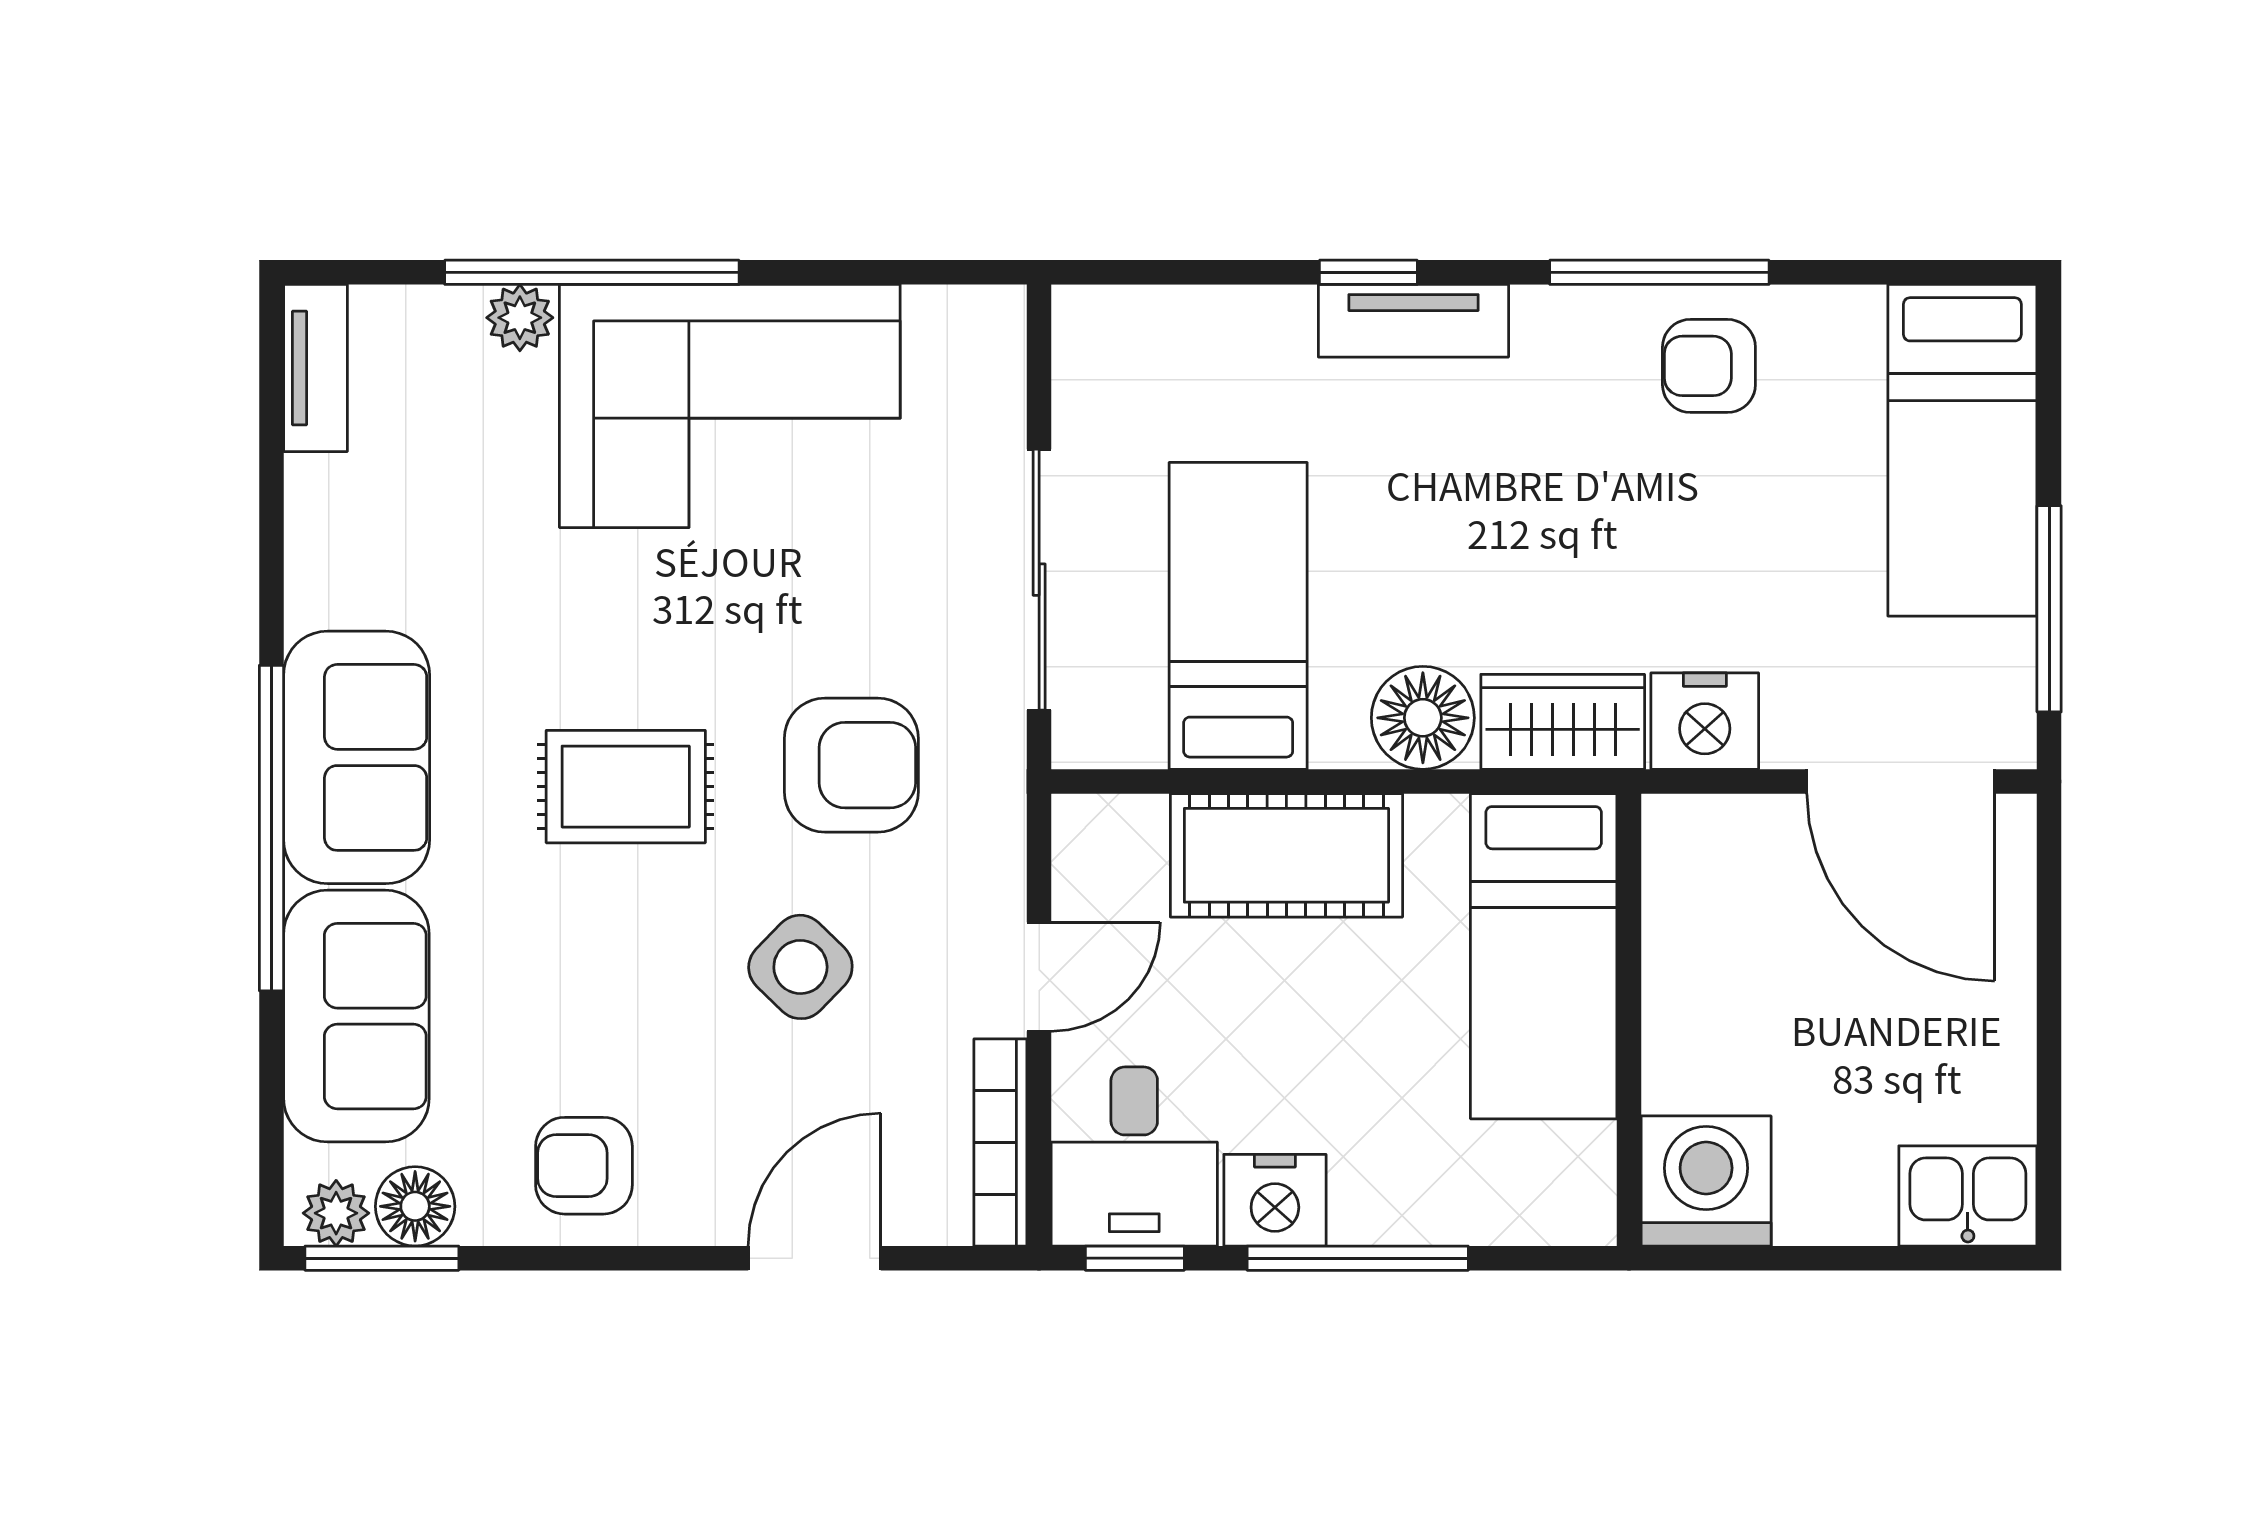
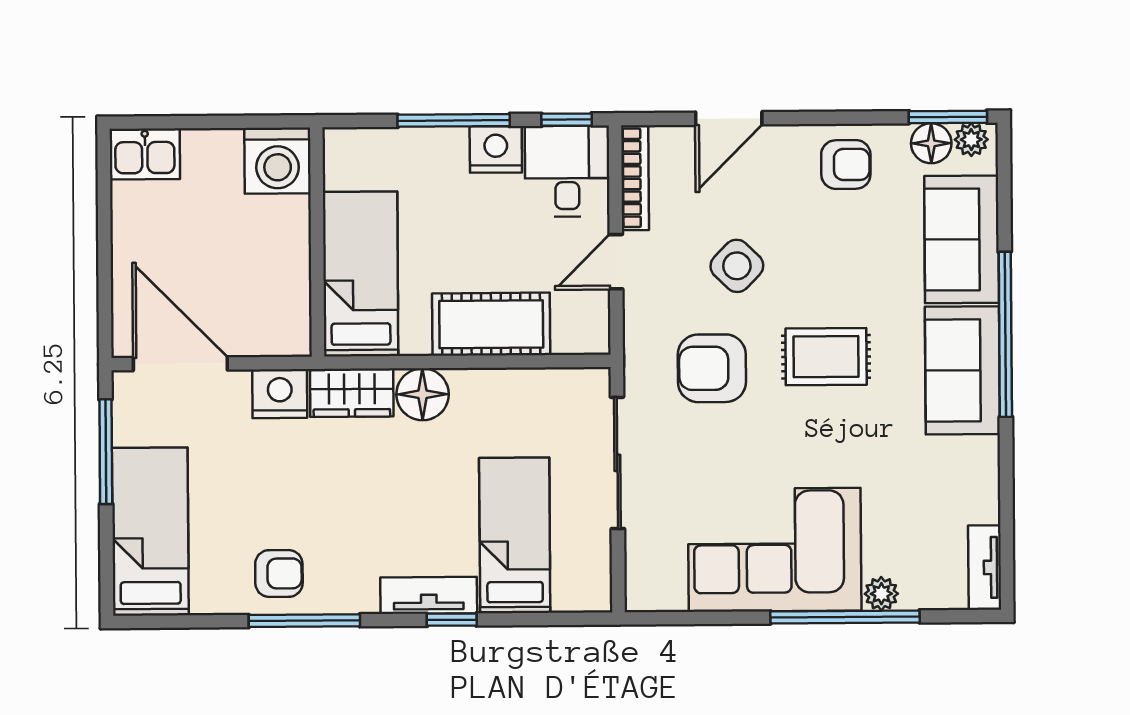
bed: (1238, 616) -> (515, 535), moved, turned 180

